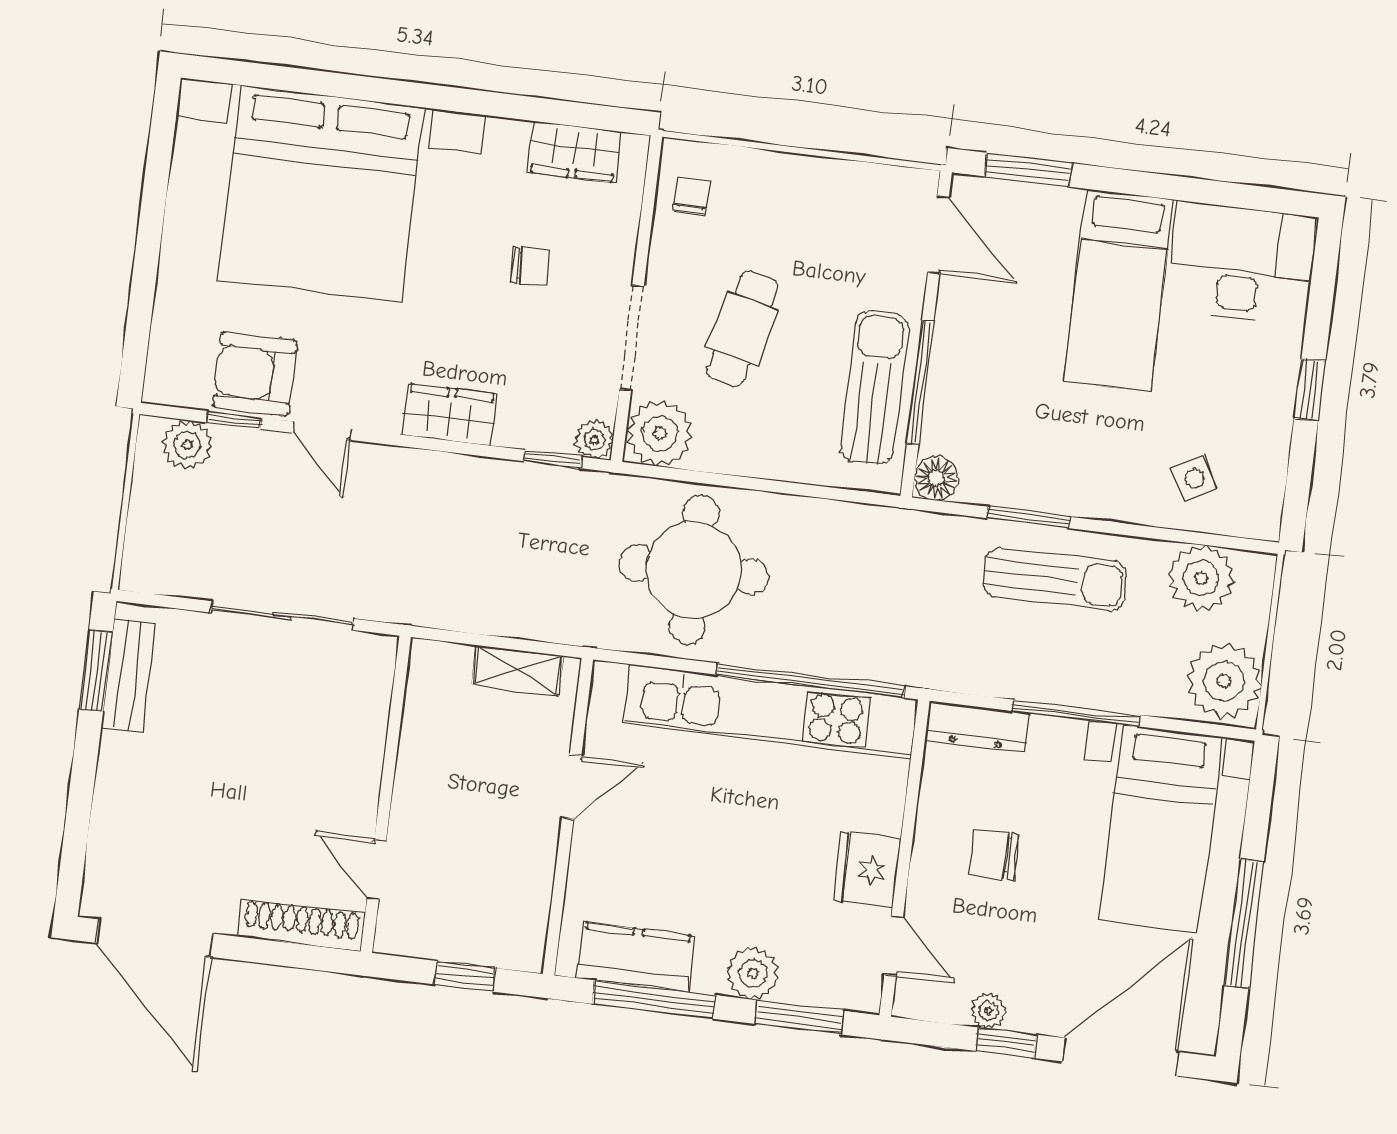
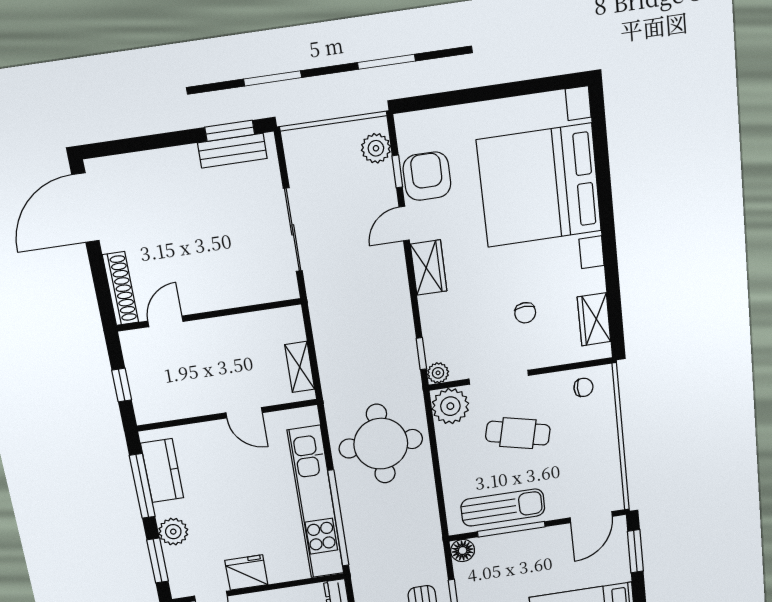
wardrobe: (450, 414) -> (429, 268), moved

